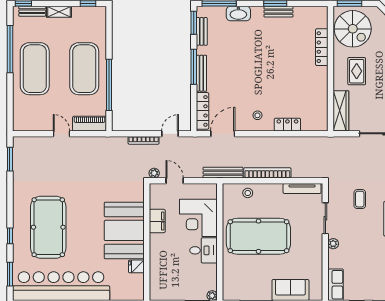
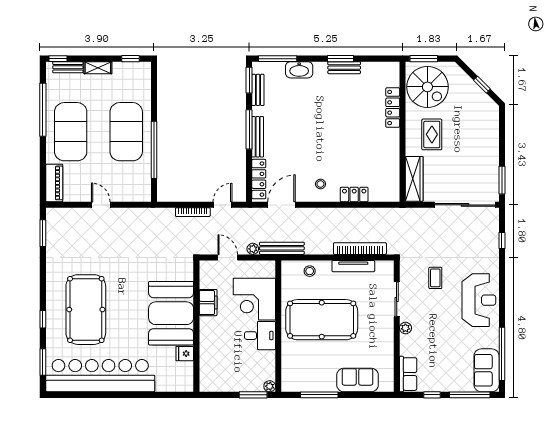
piano: (90, 124) -> (54, 183), moved, turned 90
plant: (154, 173) -> (253, 249), moved
bookcase: (267, 173) -> (360, 249), moved
tv unit: (302, 188) -> (353, 266), moved

